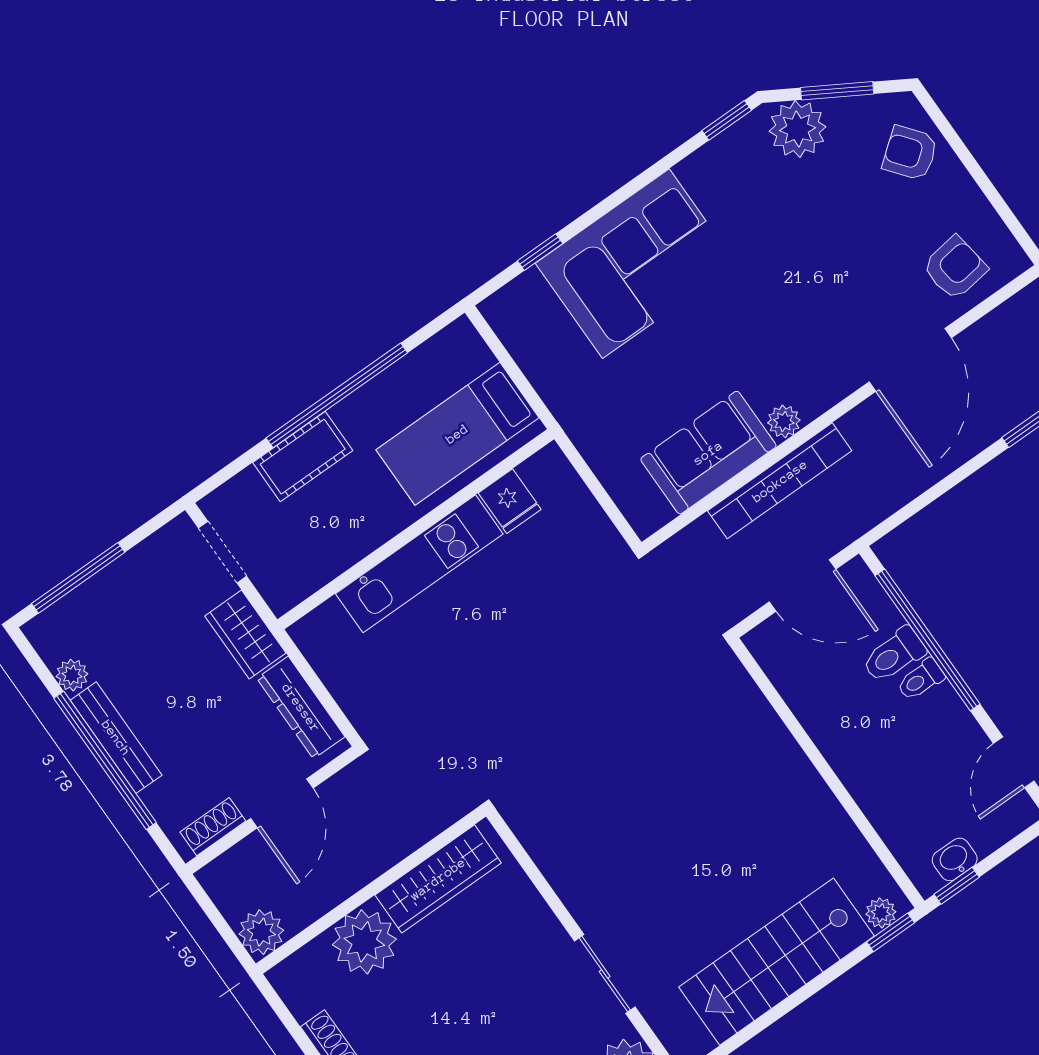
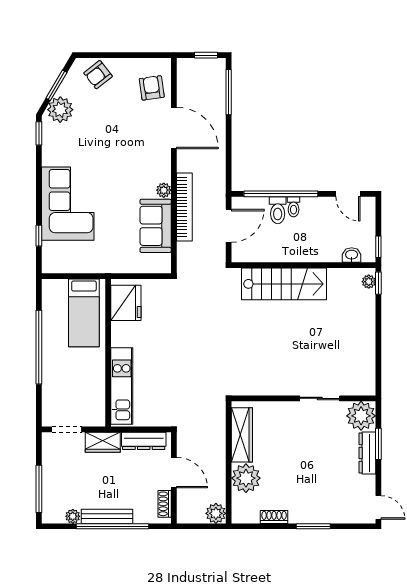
cot: (303, 457) -> (52, 375), removed
fridge: (510, 501) -> (126, 303), width x1.88, depth x1.34
kitchen unit: (419, 564) -> (122, 386), moved
washbasin: (955, 859) -> (352, 255), moved, turned 90
stairs: (777, 962) -> (284, 284), moved, turned -90

